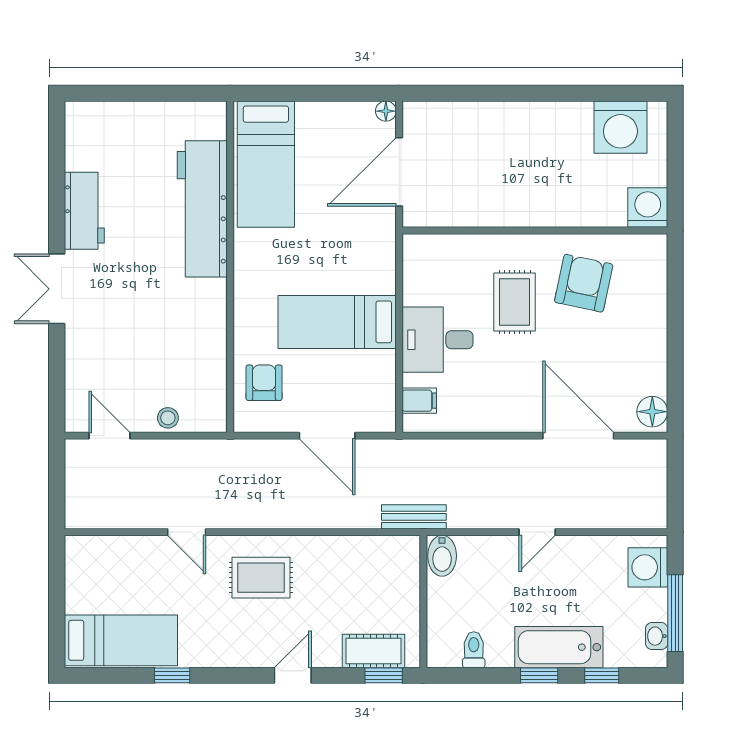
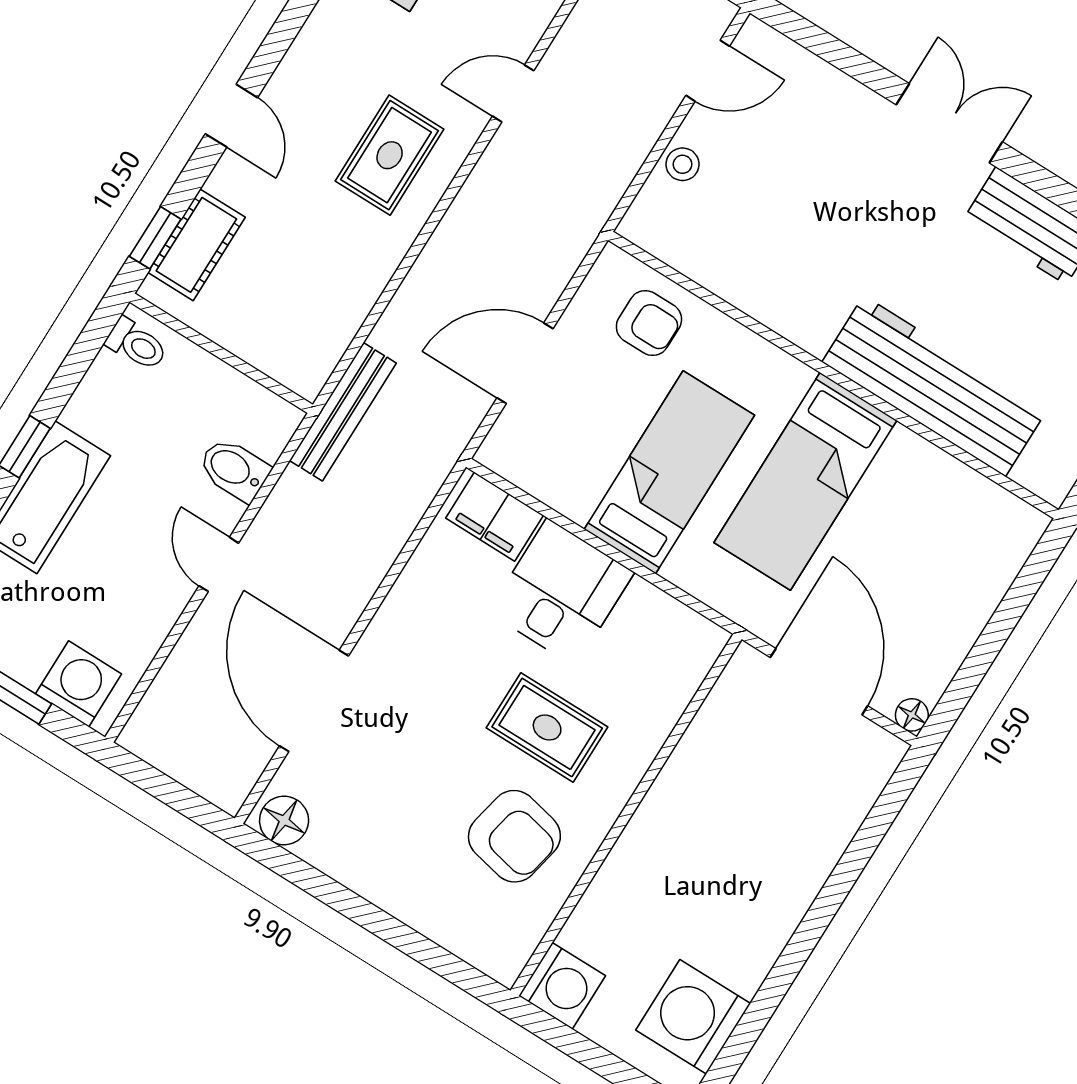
bed: (266, 164) -> (805, 481), moved, turned -90
filing cabinet: (419, 401) -> (495, 517), width x2.00
door: (578, 436) -> (314, 701), swing flipped
bench: (414, 517) -> (343, 412), width x1.36
bidet: (442, 556) -> (234, 469), moved
toilet: (474, 650) -> (137, 344), moved

